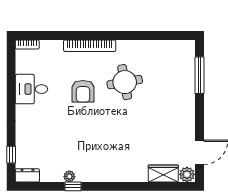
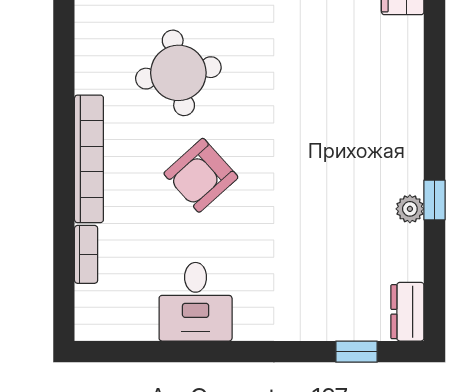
bookcase: (27, 45) -> (86, 254), moved
armchair: (83, 91) -> (201, 175), turned 138

